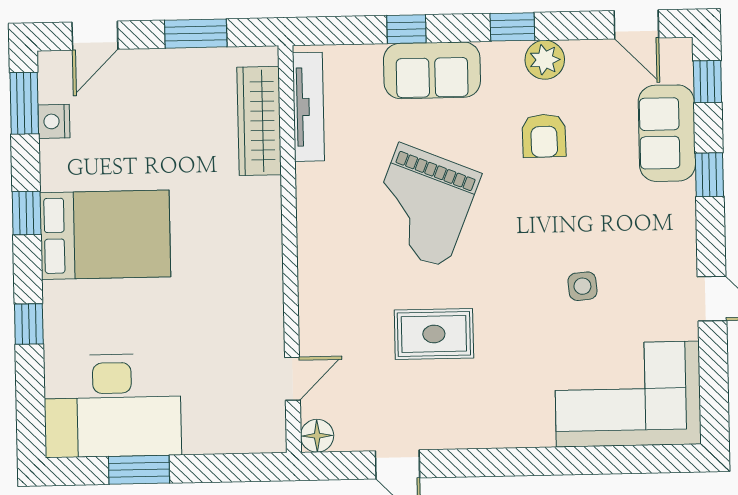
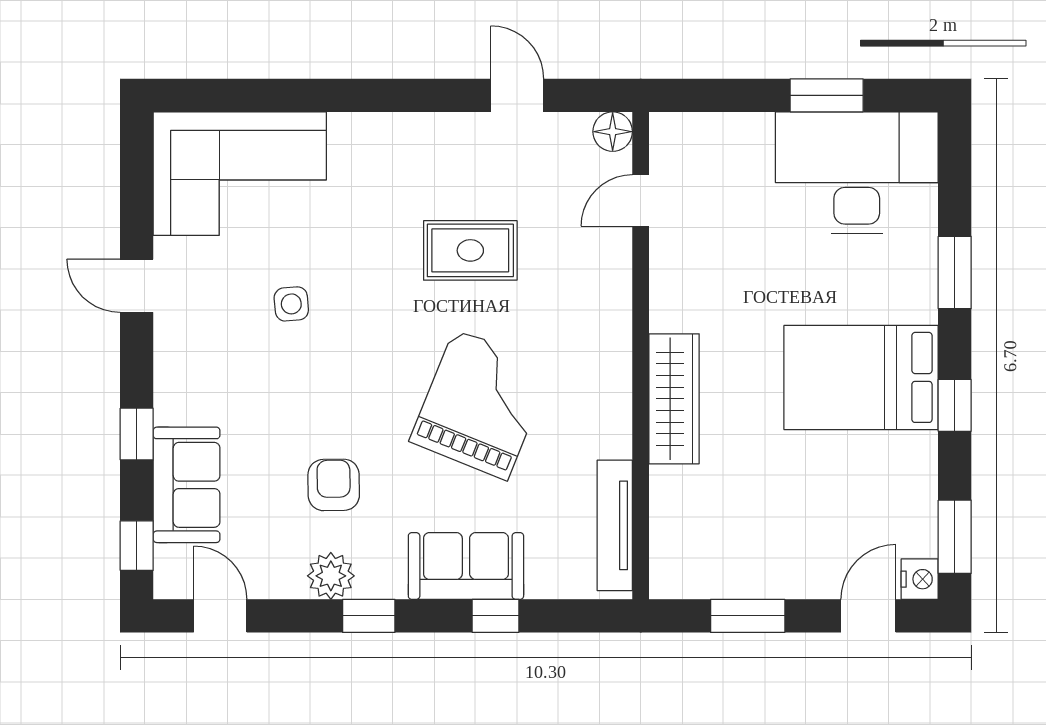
nightstand: (54, 121) -> (920, 579), moved
wardrobe: (259, 121) -> (674, 399), moved
window: (29, 324) -> (955, 273), width x1.50

